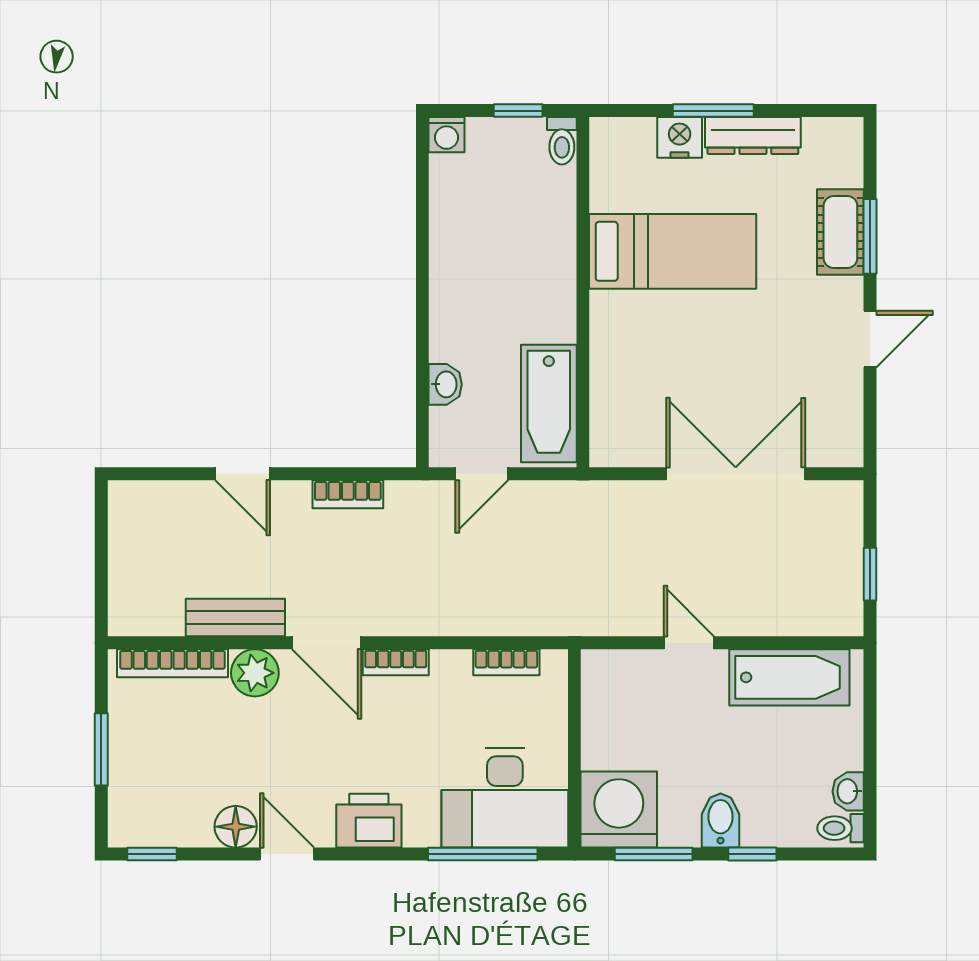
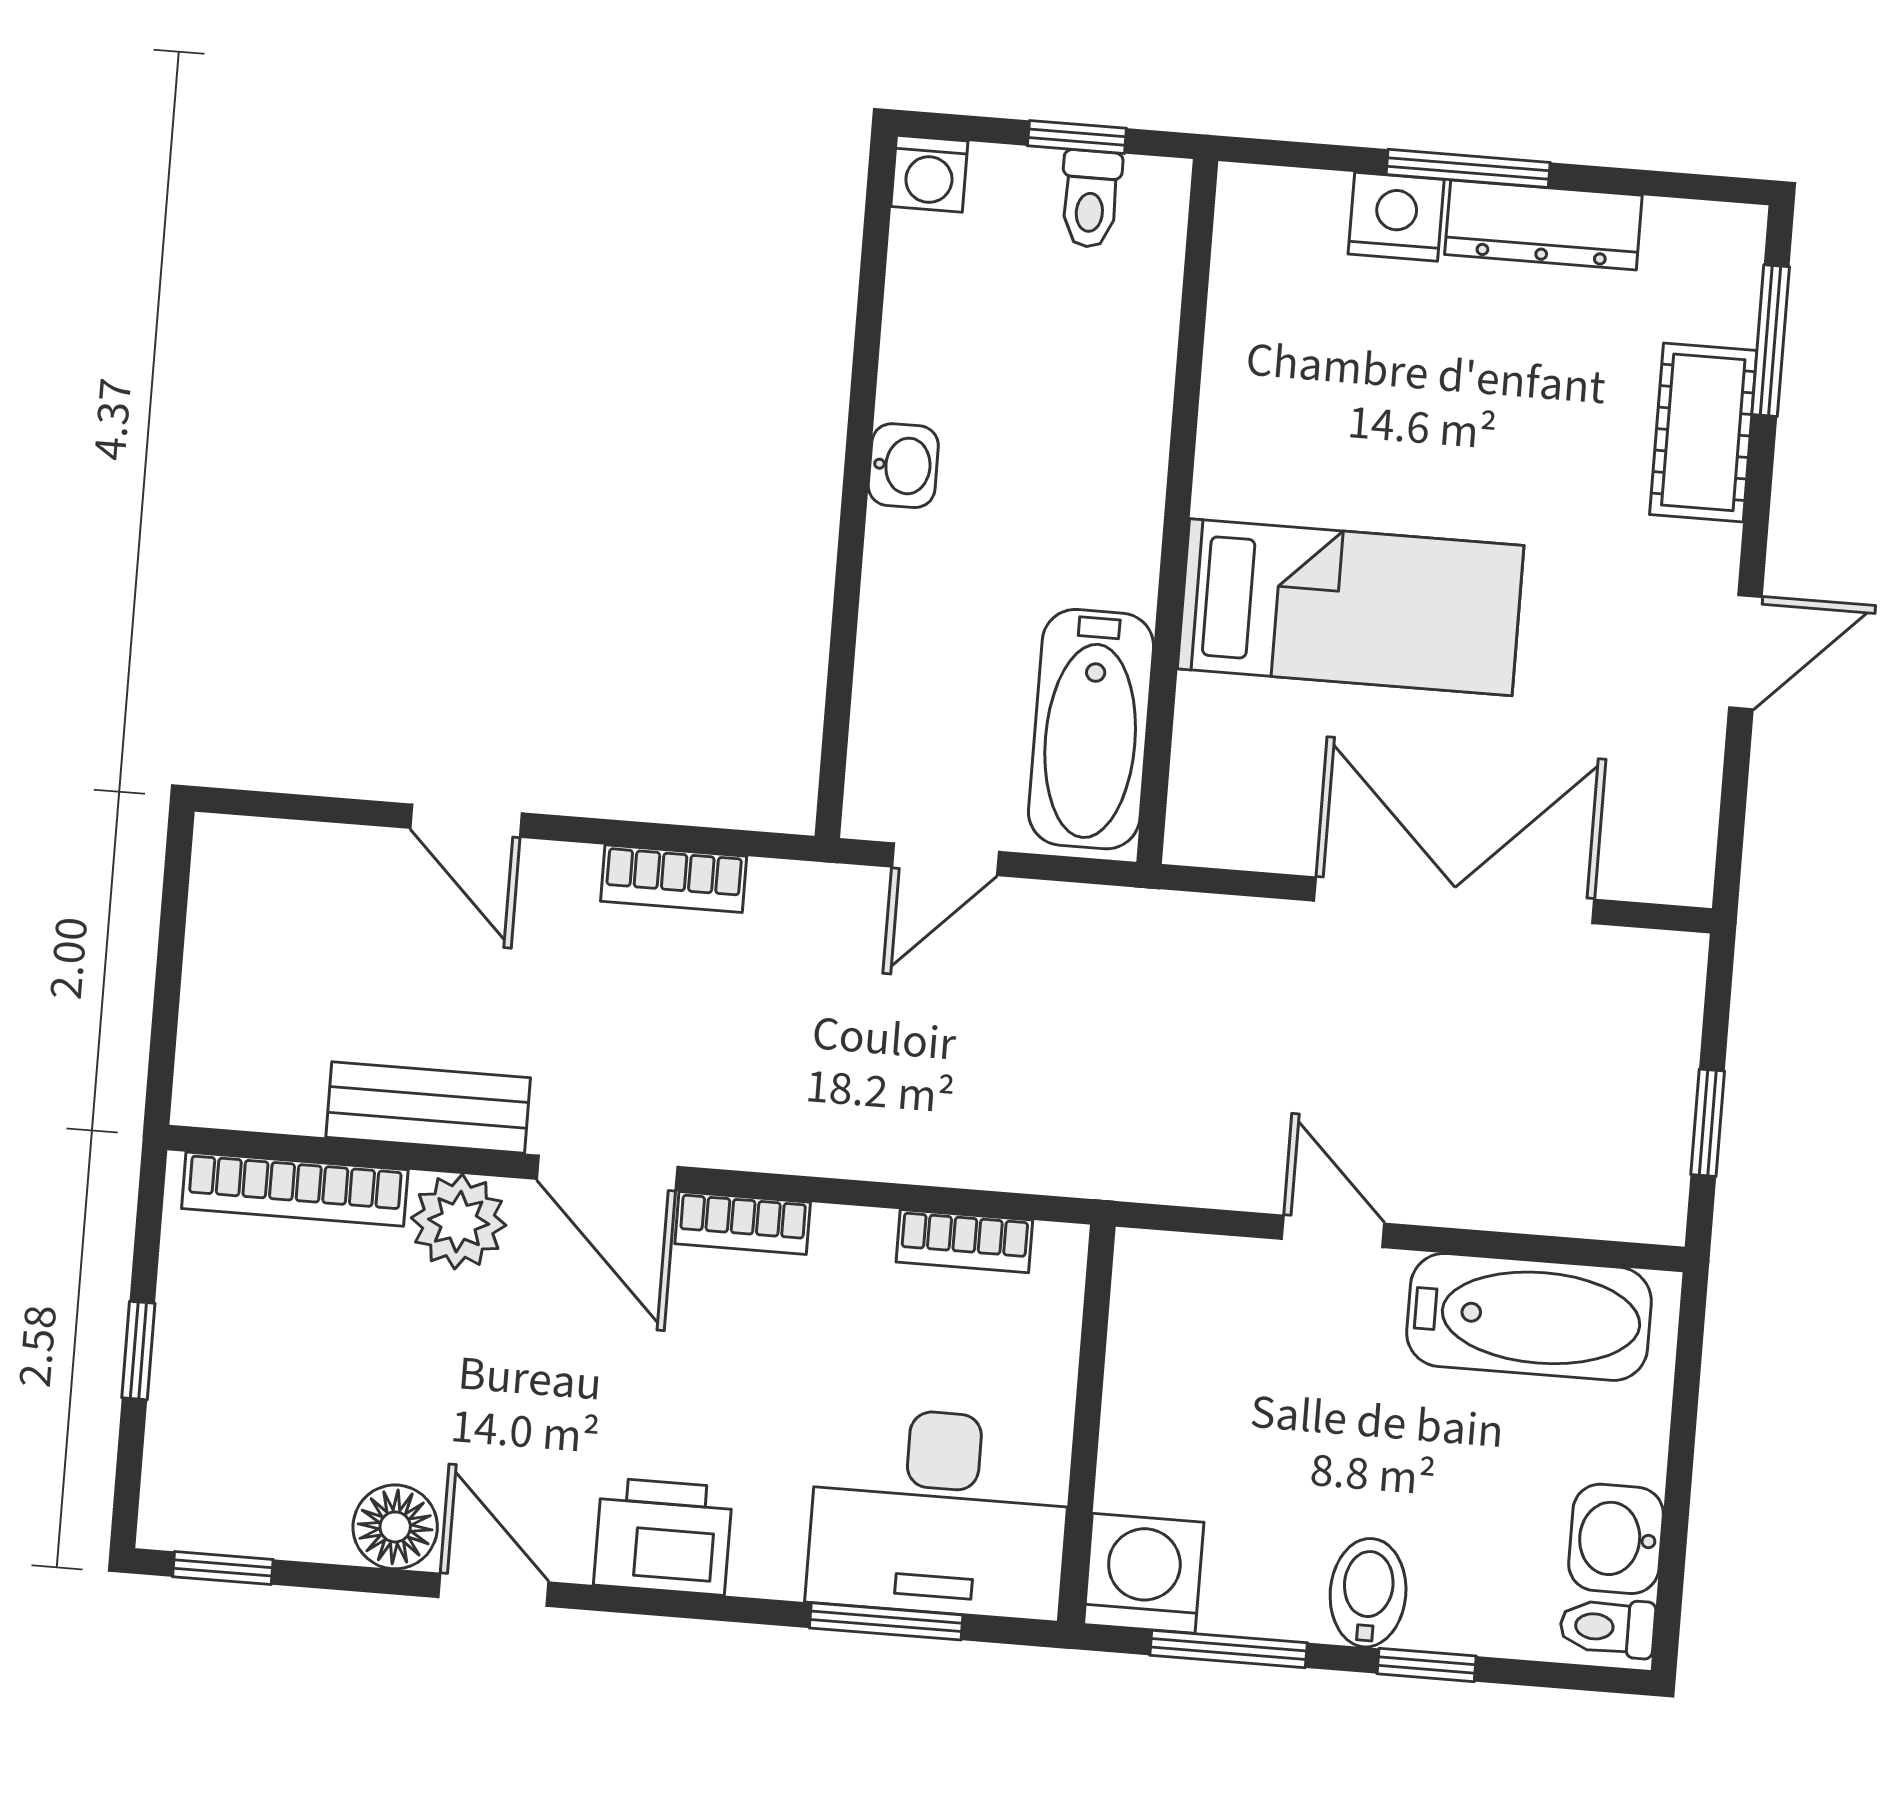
toilet: (562, 141) -> (1090, 199), moved
window: (870, 236) -> (1771, 341), moved
bed: (673, 251) -> (1351, 607), moved
washbasin: (445, 384) -> (903, 466), moved
window: (101, 749) -> (138, 1350), width x0.67
washbasin: (848, 791) -> (1616, 1539), width x1.38, depth x1.45
washing machine: (619, 810) -> (1144, 1573), width x0.73, depth x0.73
window: (483, 854) -> (886, 1621), width x0.69

